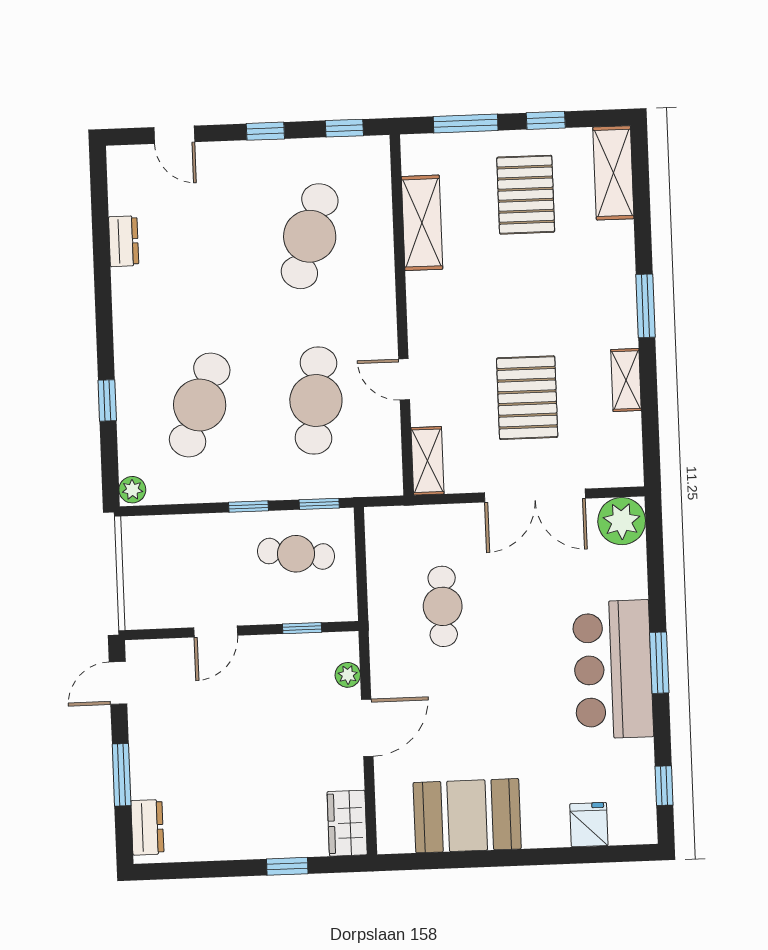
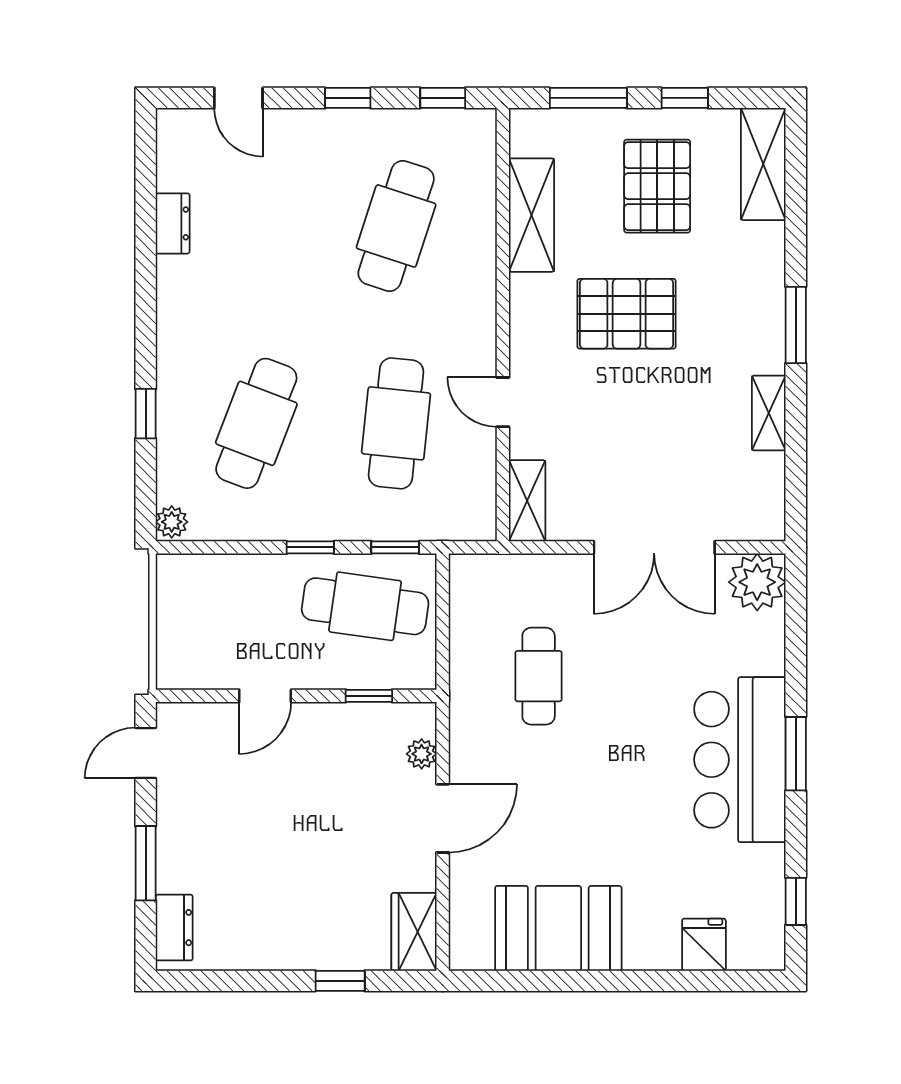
pallet: (527, 398) -> (627, 314), moved, turned 90
cafe table: (296, 554) -> (365, 606), width x1.37, depth x1.35

